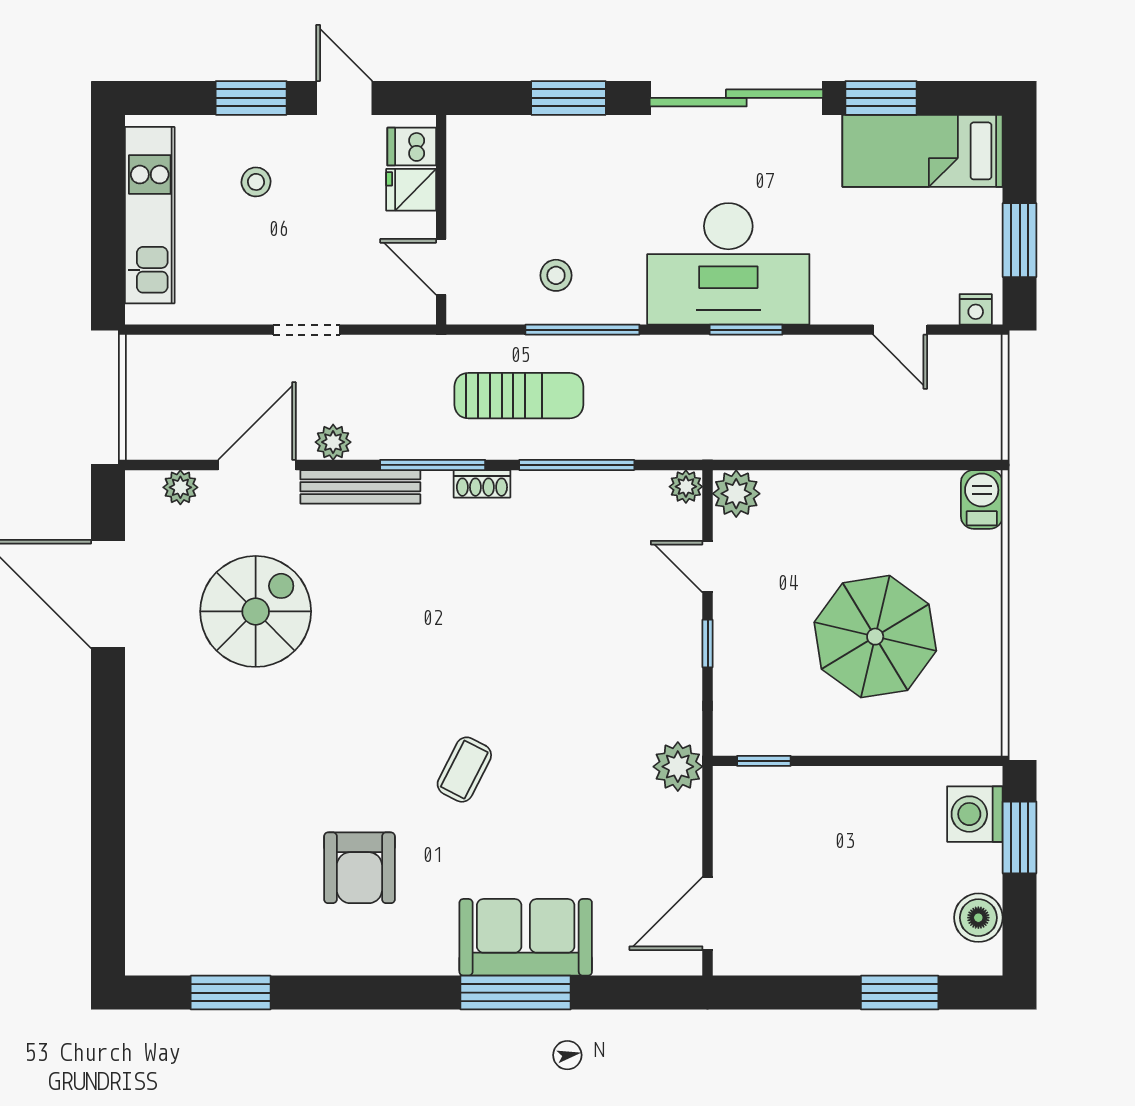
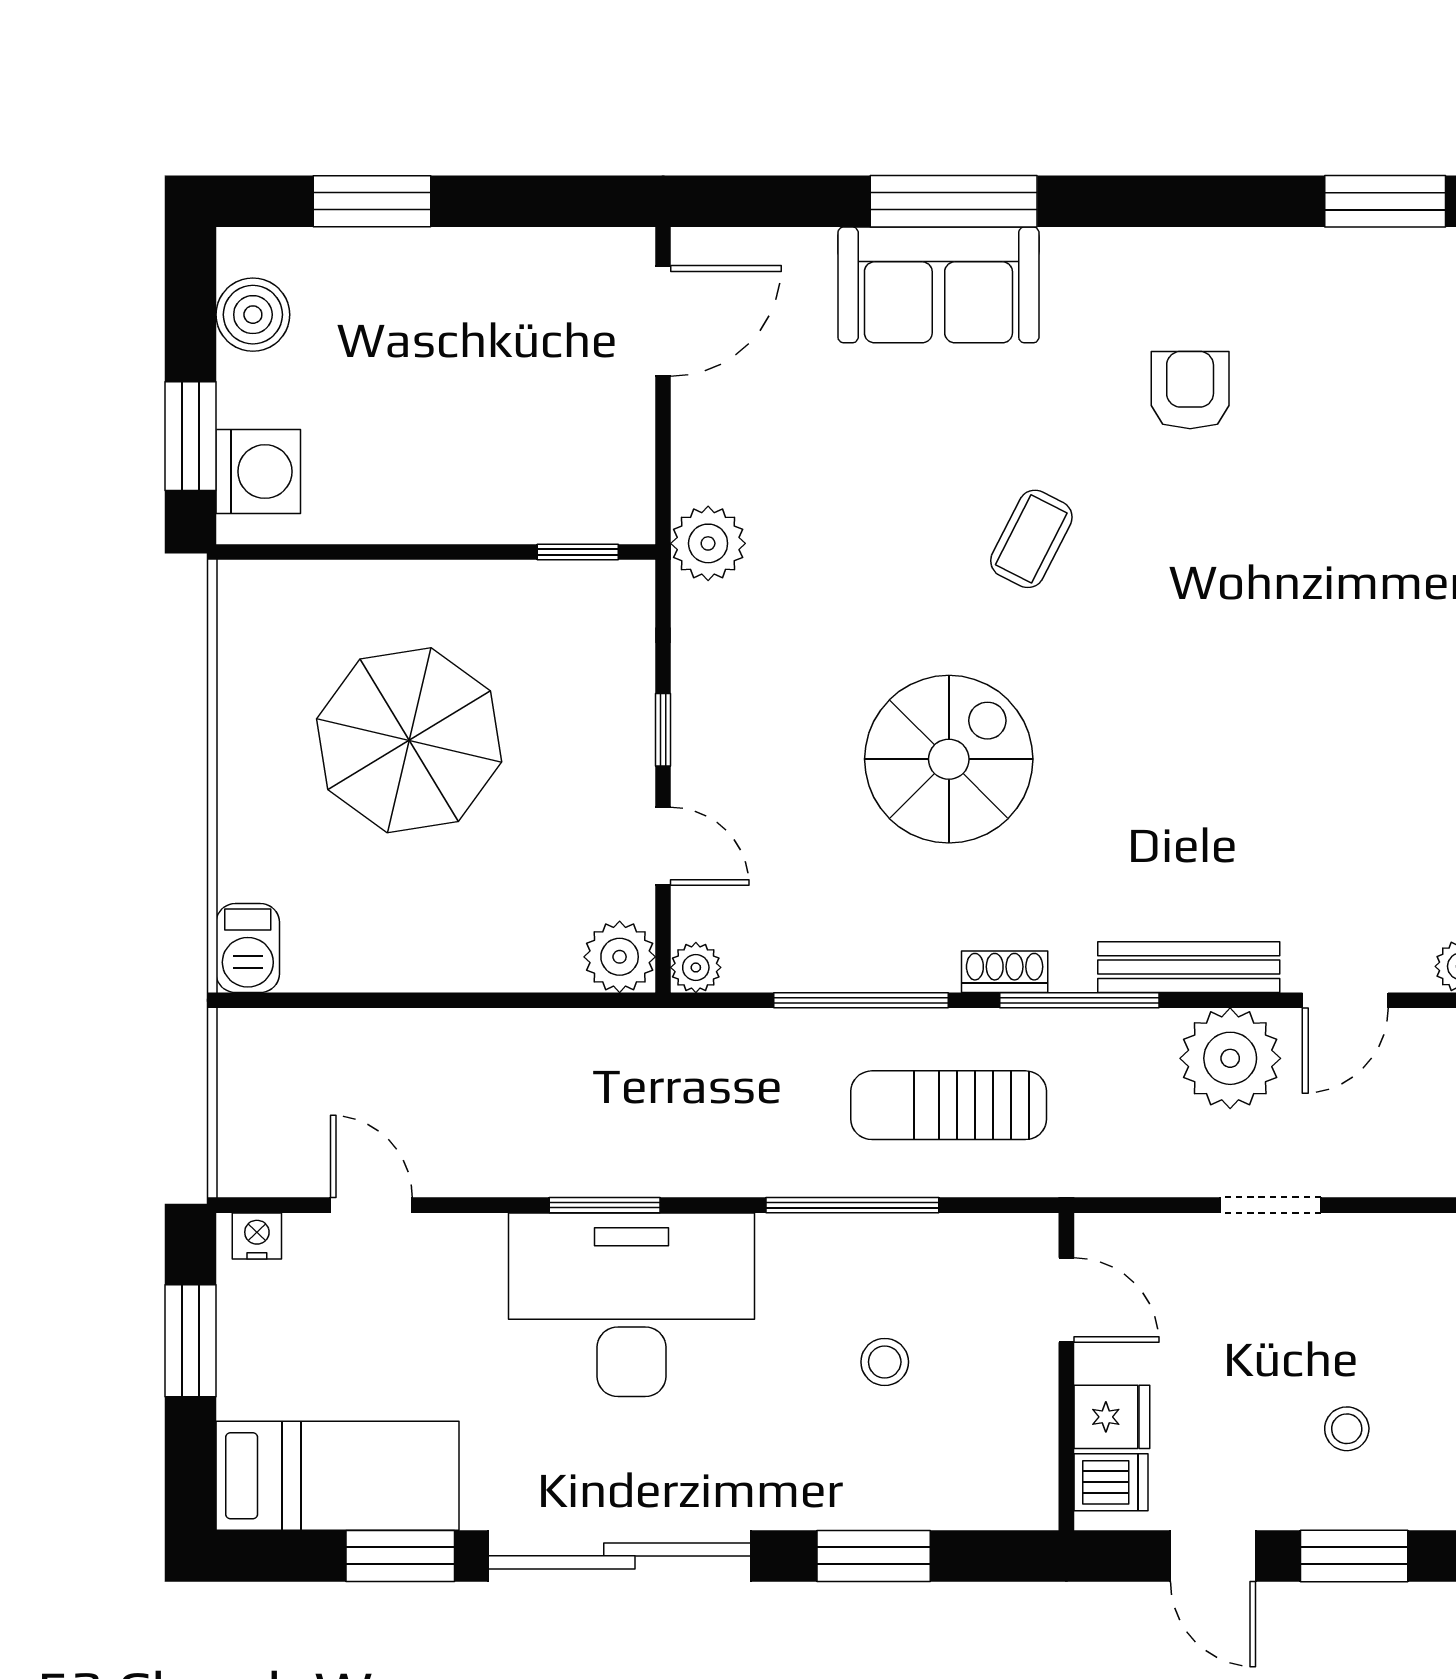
stool: (556, 275) -> (885, 1362), moved
plant: (333, 442) -> (1230, 1058), width x1.88, depth x1.88
door: (257, 465) -> (1345, 1000), width x0.73
spiral stairs: (256, 611) -> (949, 759), moved, turned 180
armchair: (359, 868) -> (1190, 390), width x0.72, depth x0.72

